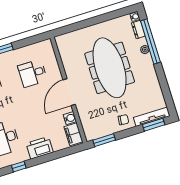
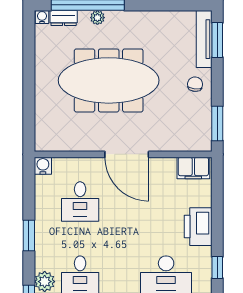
water cooler: (70, 118) -> (43, 166), moved

